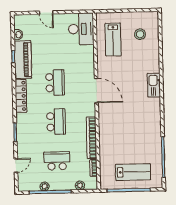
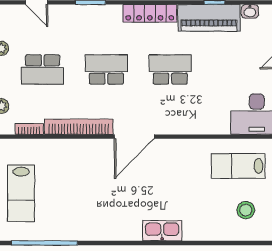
school desk: (55, 83) -> (170, 69), turned 180
door: (96, 91) -> (134, 137), moved
school desk: (56, 122) -> (106, 69), turned 180
school desk: (57, 161) -> (43, 69), turned 90

